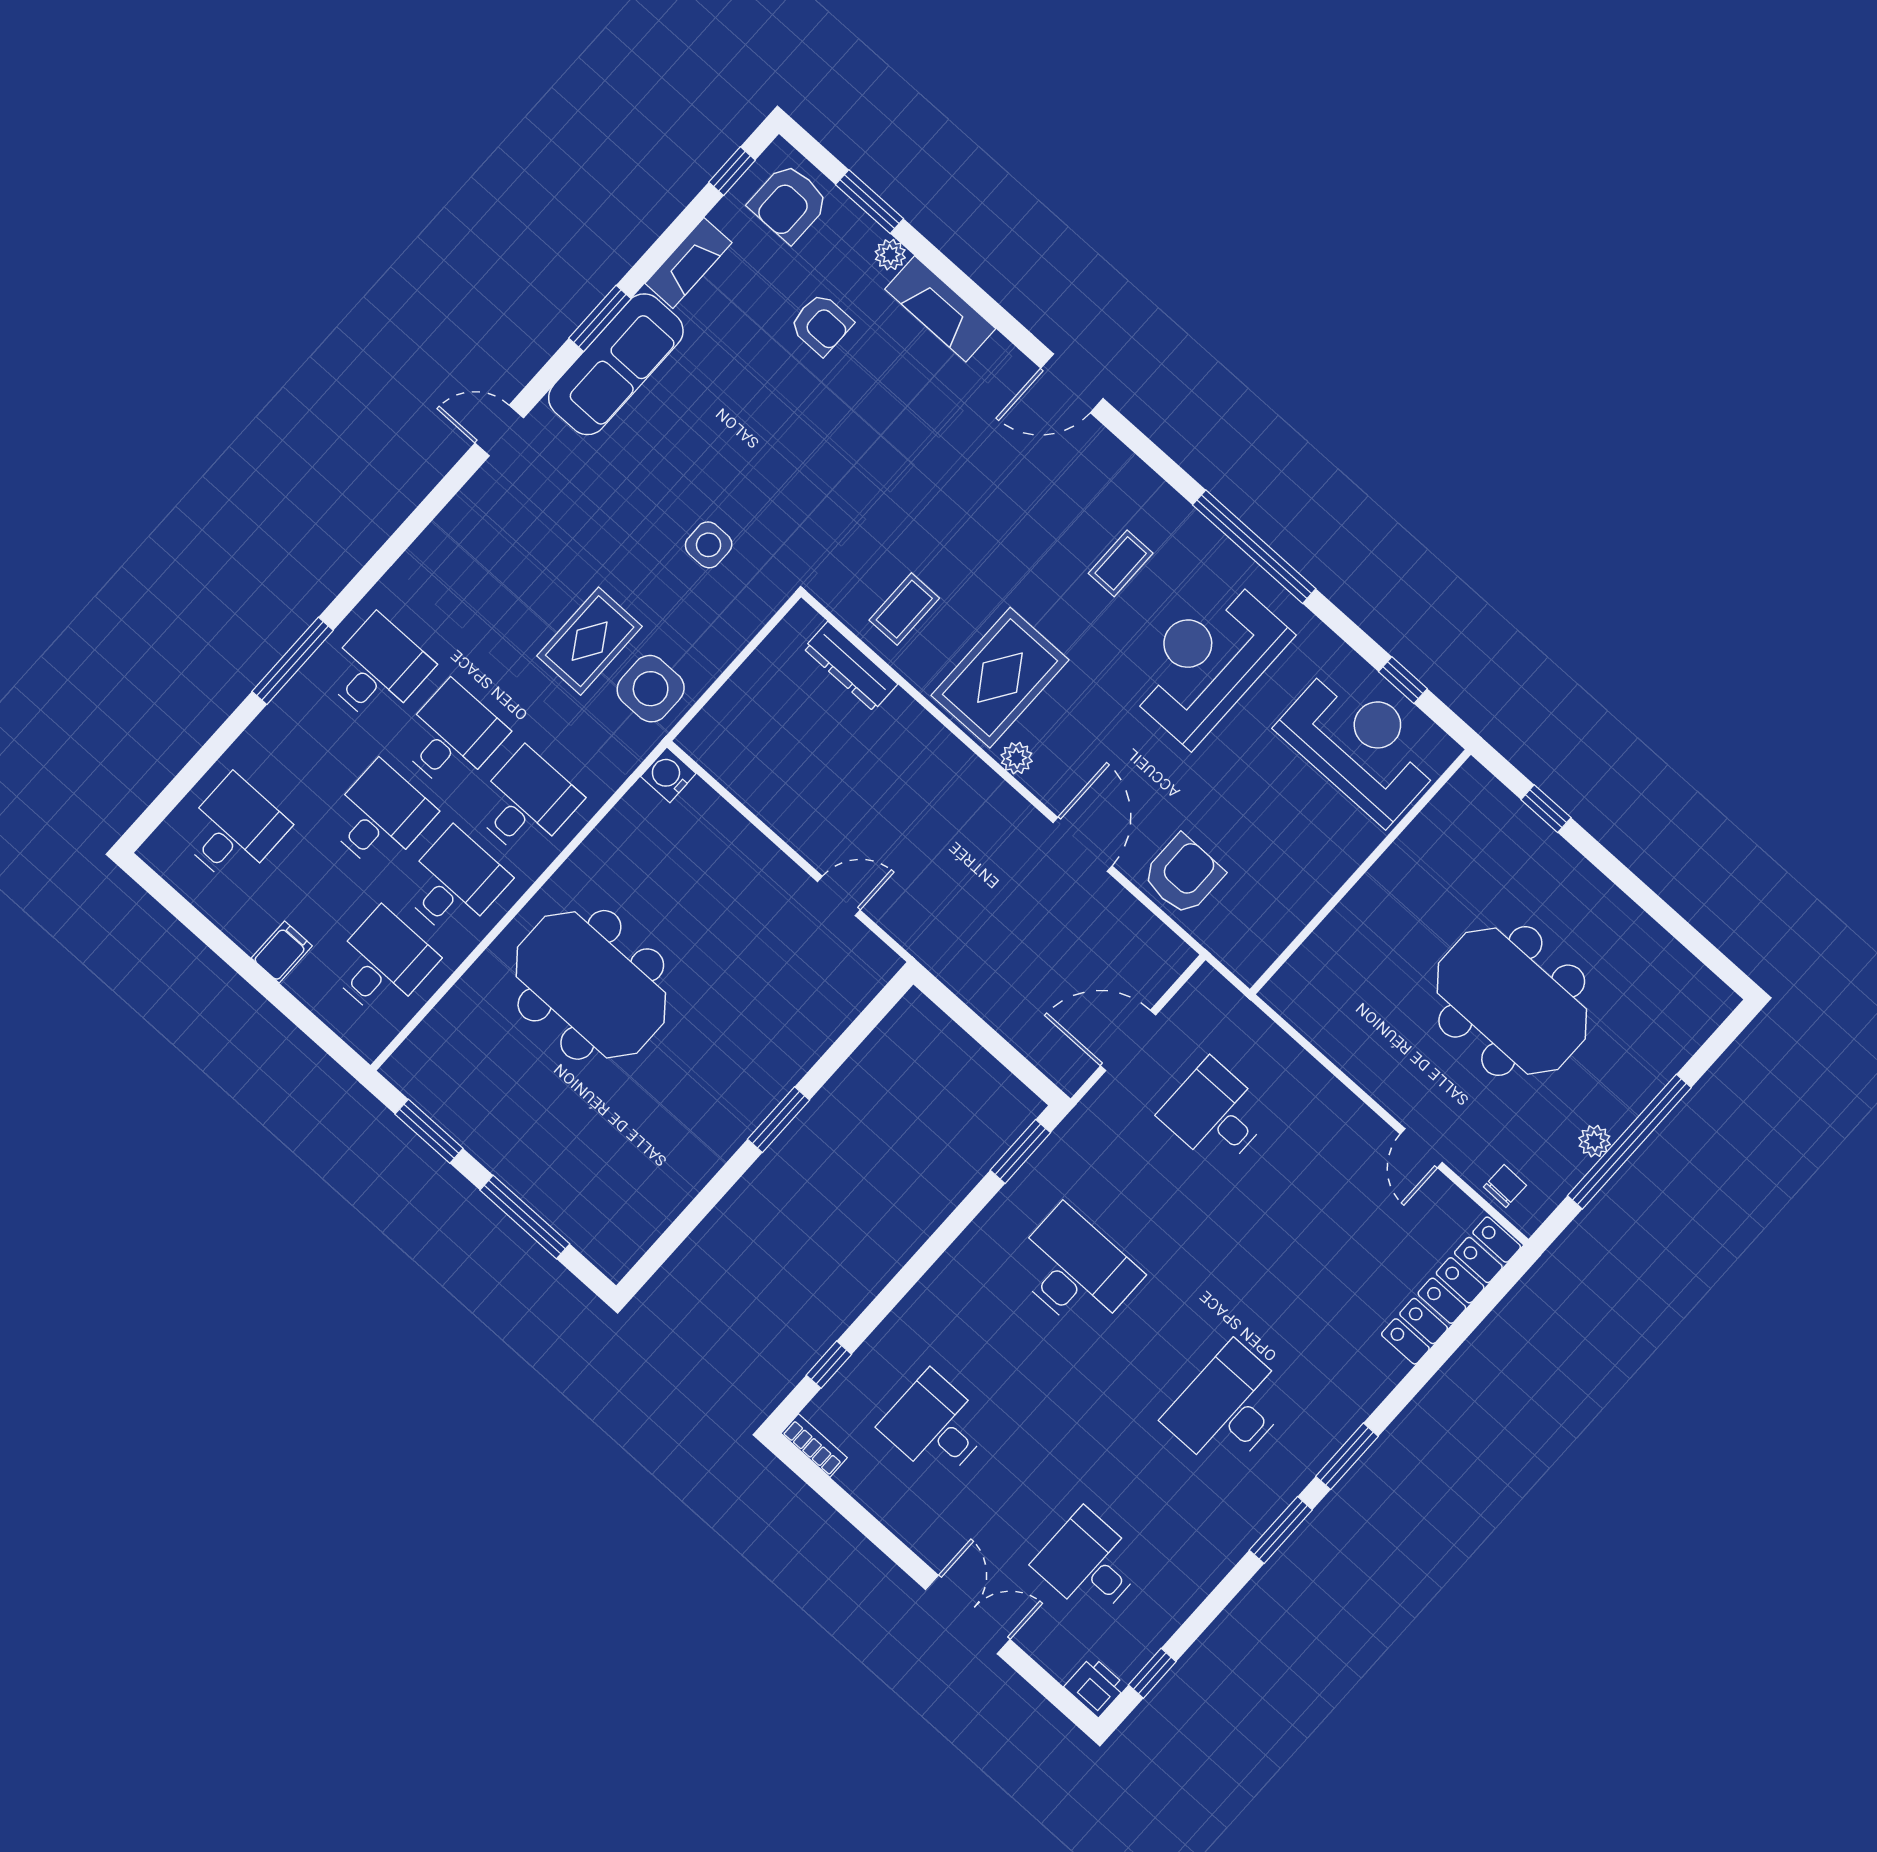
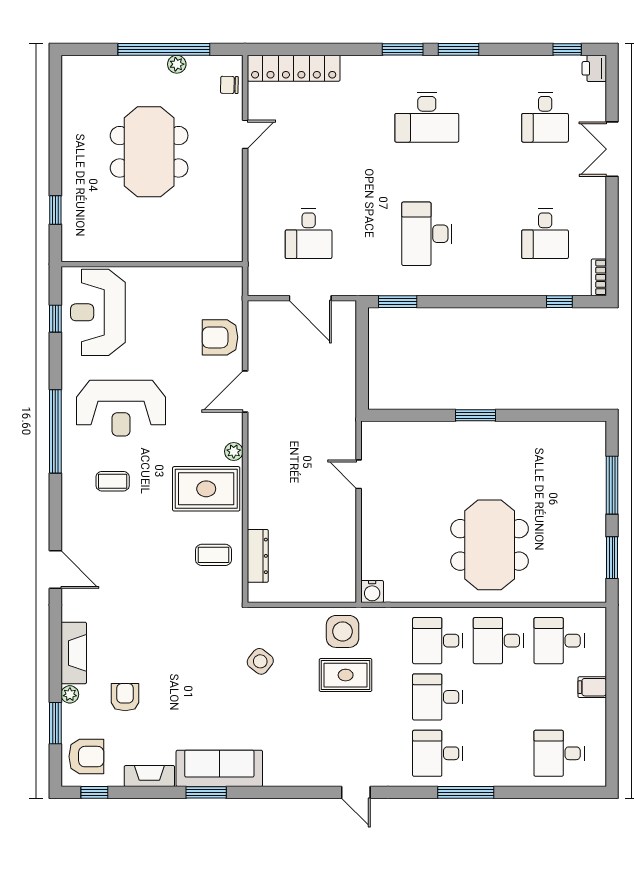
door: (499, 431) -> (356, 792), moved
side table: (709, 545) -> (260, 661), turned 38
desk: (380, 817) -> (498, 697), removed

